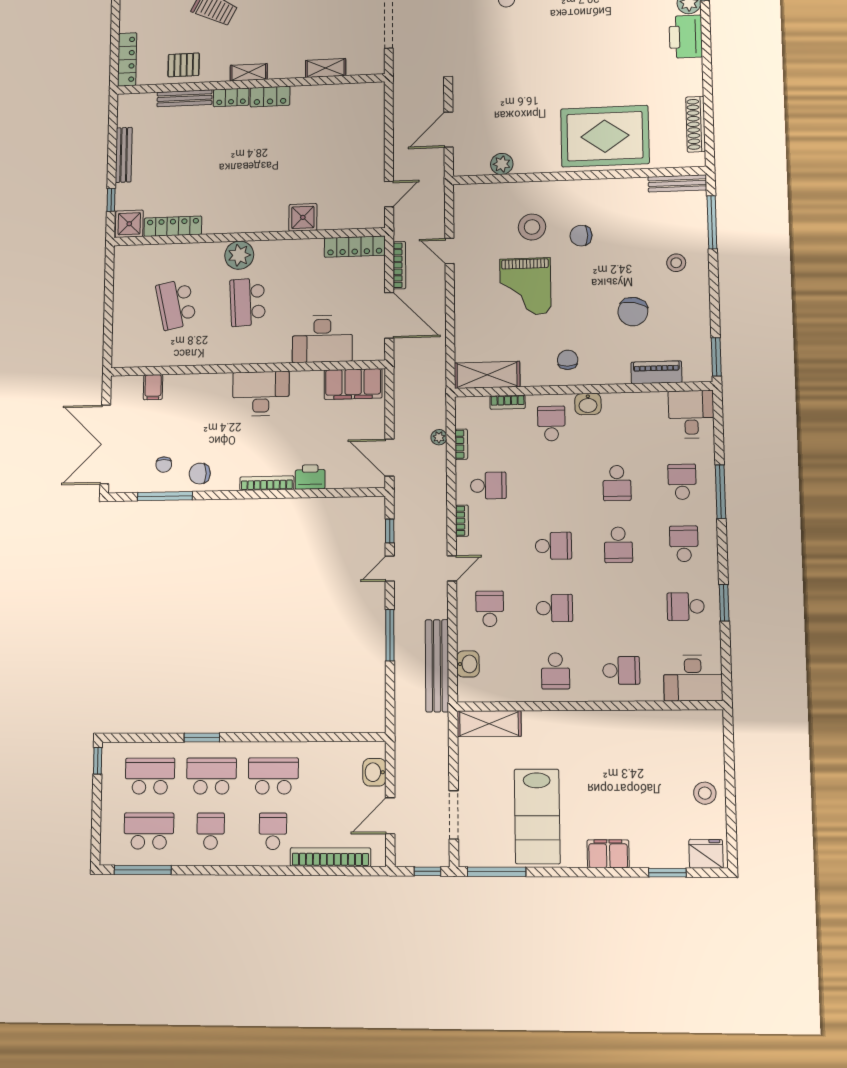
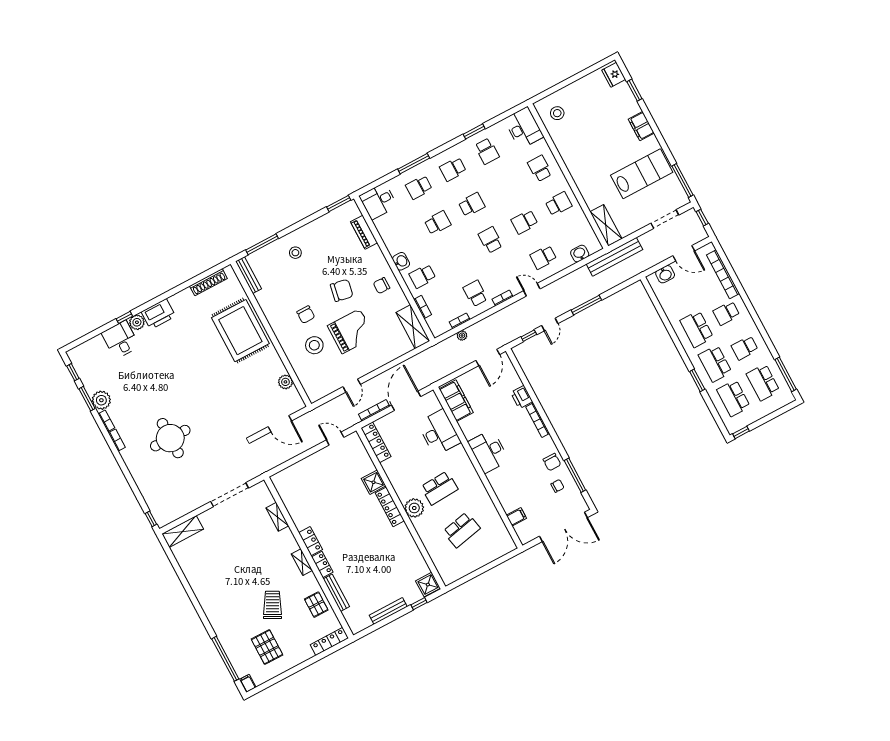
locker: (173, 226) -> (390, 507), moved
chair: (633, 312) -> (342, 290), moved
door: (390, 569) -> (550, 325), hinge flipped
school desk: (554, 608) -> (524, 222), turned -90
bench: (437, 666) -> (614, 257), moved
stool: (705, 793) -> (557, 113), moved

